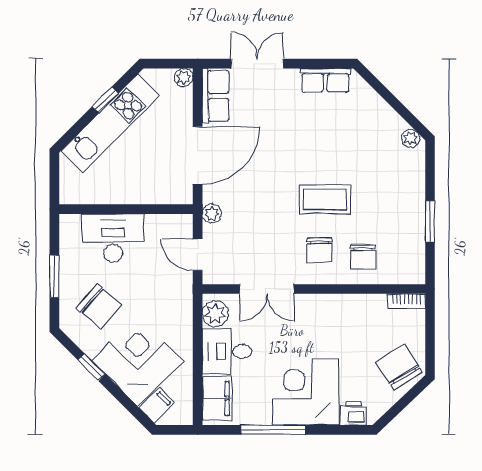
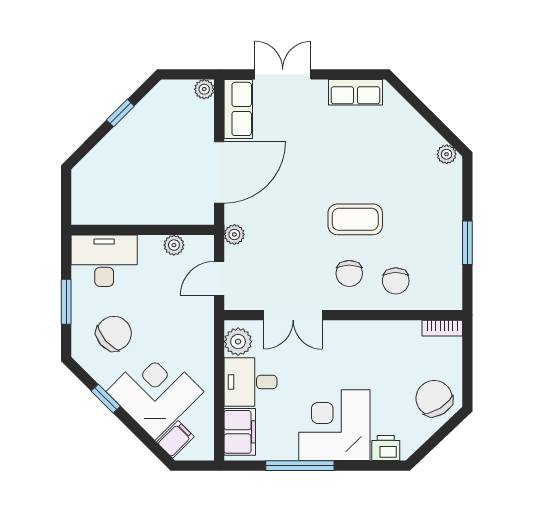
kitchen unit: (110, 123) -> (126, 138), removed
plant: (155, 223) -> (174, 245), added
desk: (113, 238) -> (104, 261), moved
door: (198, 255) -> (219, 278), hinge flipped
chair: (99, 306) -> (114, 333), turned -82

